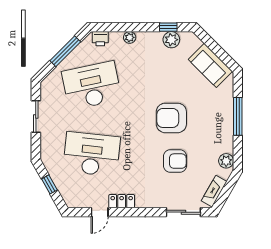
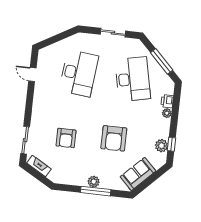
printer: (100, 39) -> (167, 101), moved
armchair: (171, 118) -> (114, 138), moved, turned 180
plant: (226, 161) -> (94, 182), moved
window: (49, 184) -> (59, 37), removed
locker: (122, 201) -> (39, 93), removed

